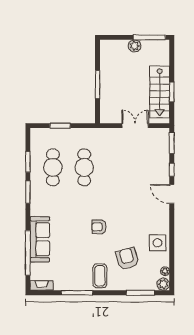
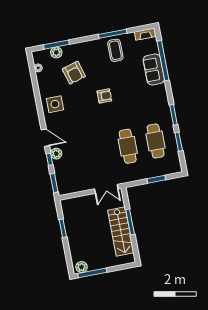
plant: (135, 46) -> (82, 267), moved
stairs: (160, 92) -> (121, 231), moved, turned 180
double door: (135, 126) -> (106, 189), moved
plant: (163, 174) -> (56, 154), added
sofa: (40, 239) -> (154, 70), width x0.73
side table: (157, 243) -> (55, 104), moved
coffee table: (100, 276) -> (115, 50), moved
plant: (163, 284) -> (56, 52), moved

